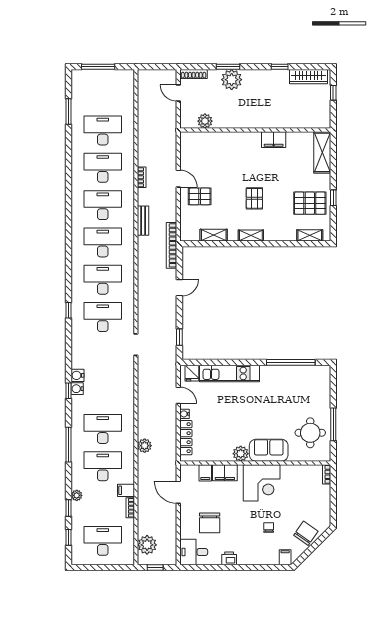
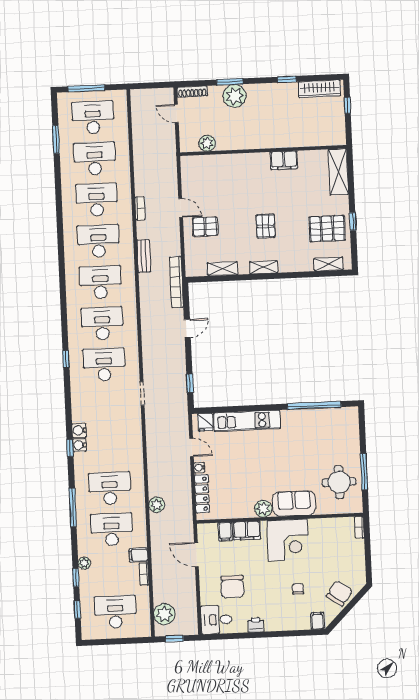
desk: (103, 93) -> (93, 117), added

